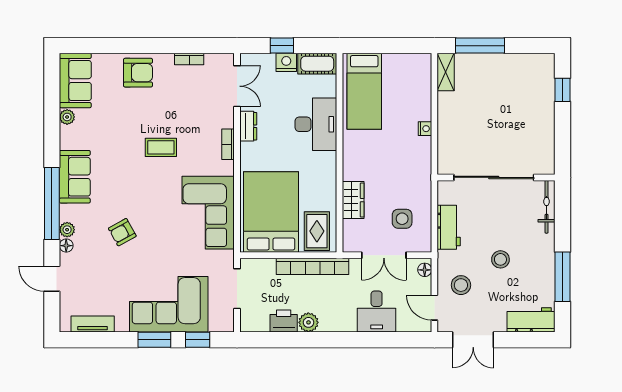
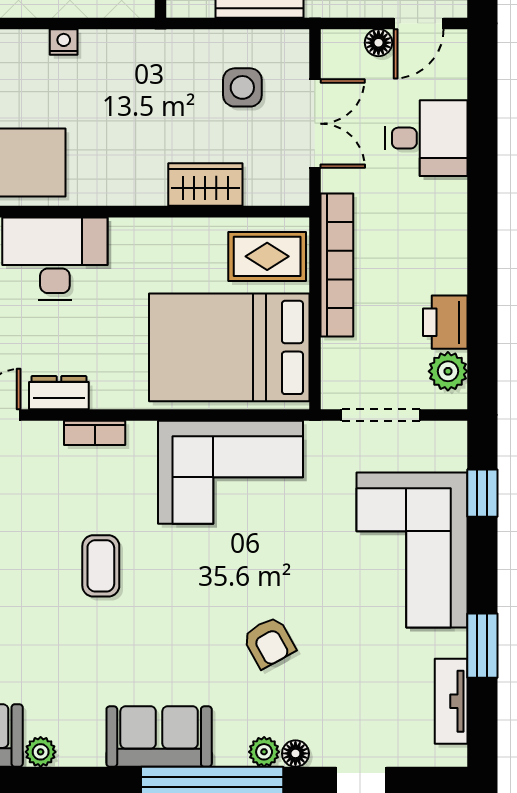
floor lamp: (425, 270) -> (378, 43), moved
plant: (308, 322) -> (448, 371), moved
window: (154, 340) -> (482, 646), moved

